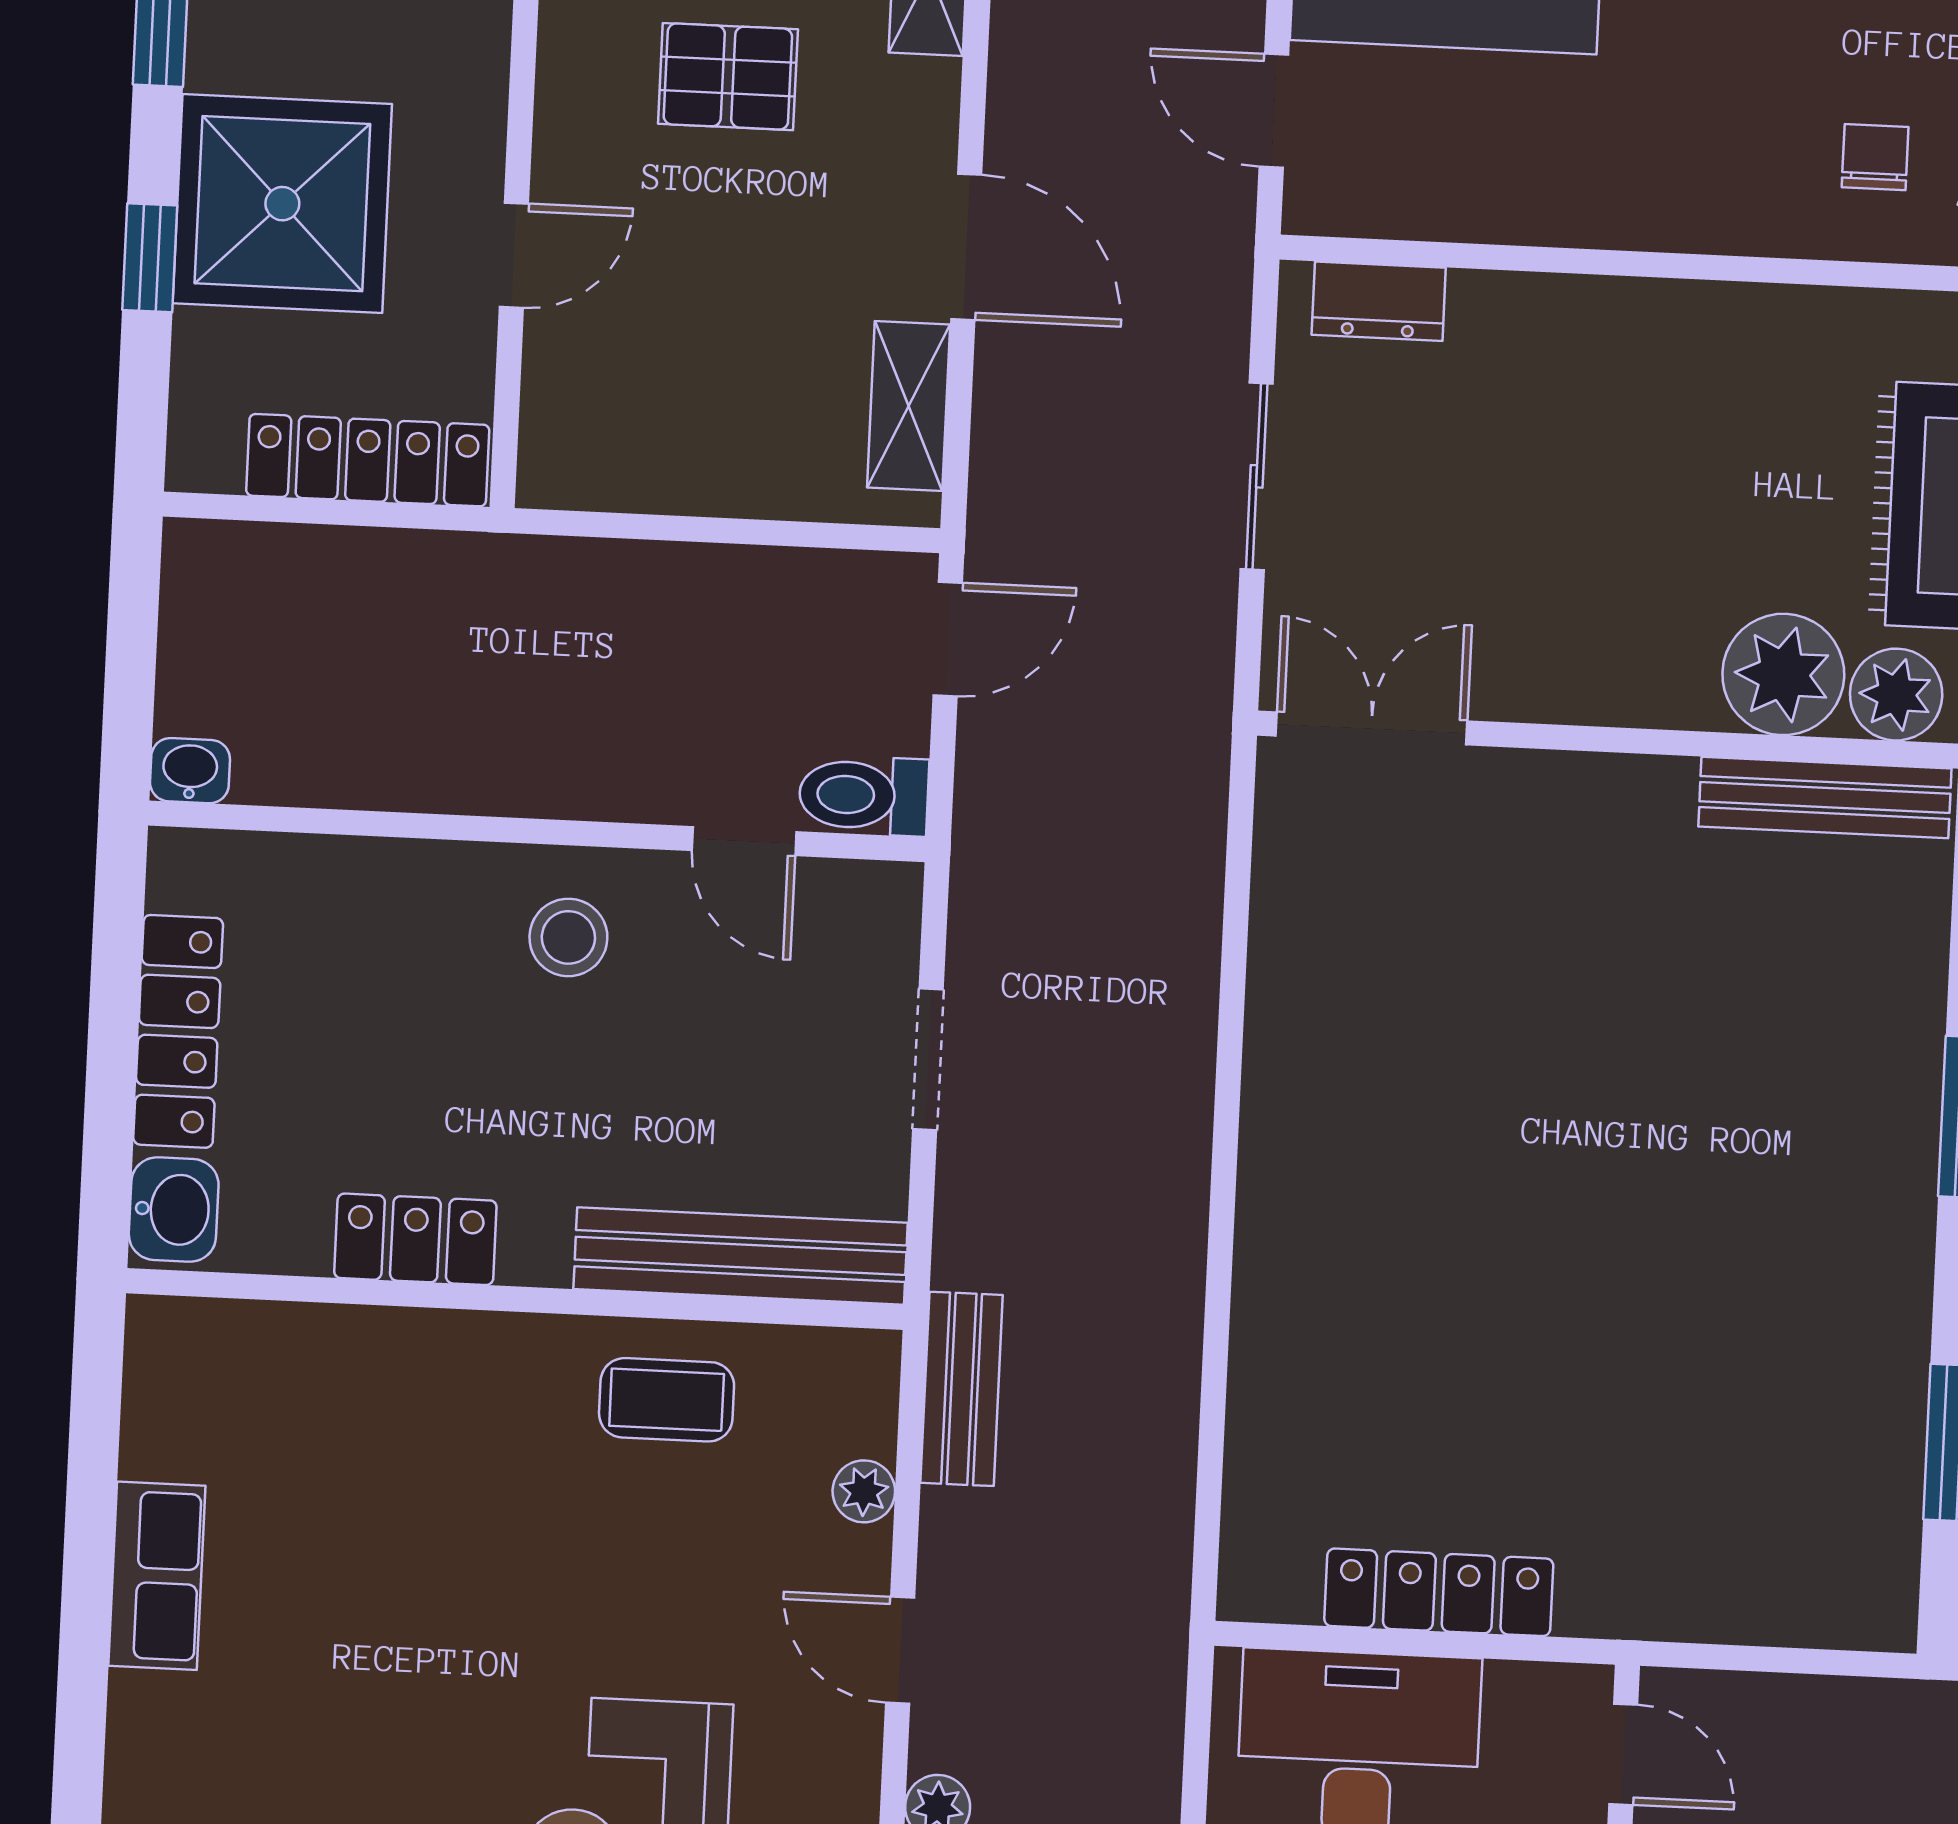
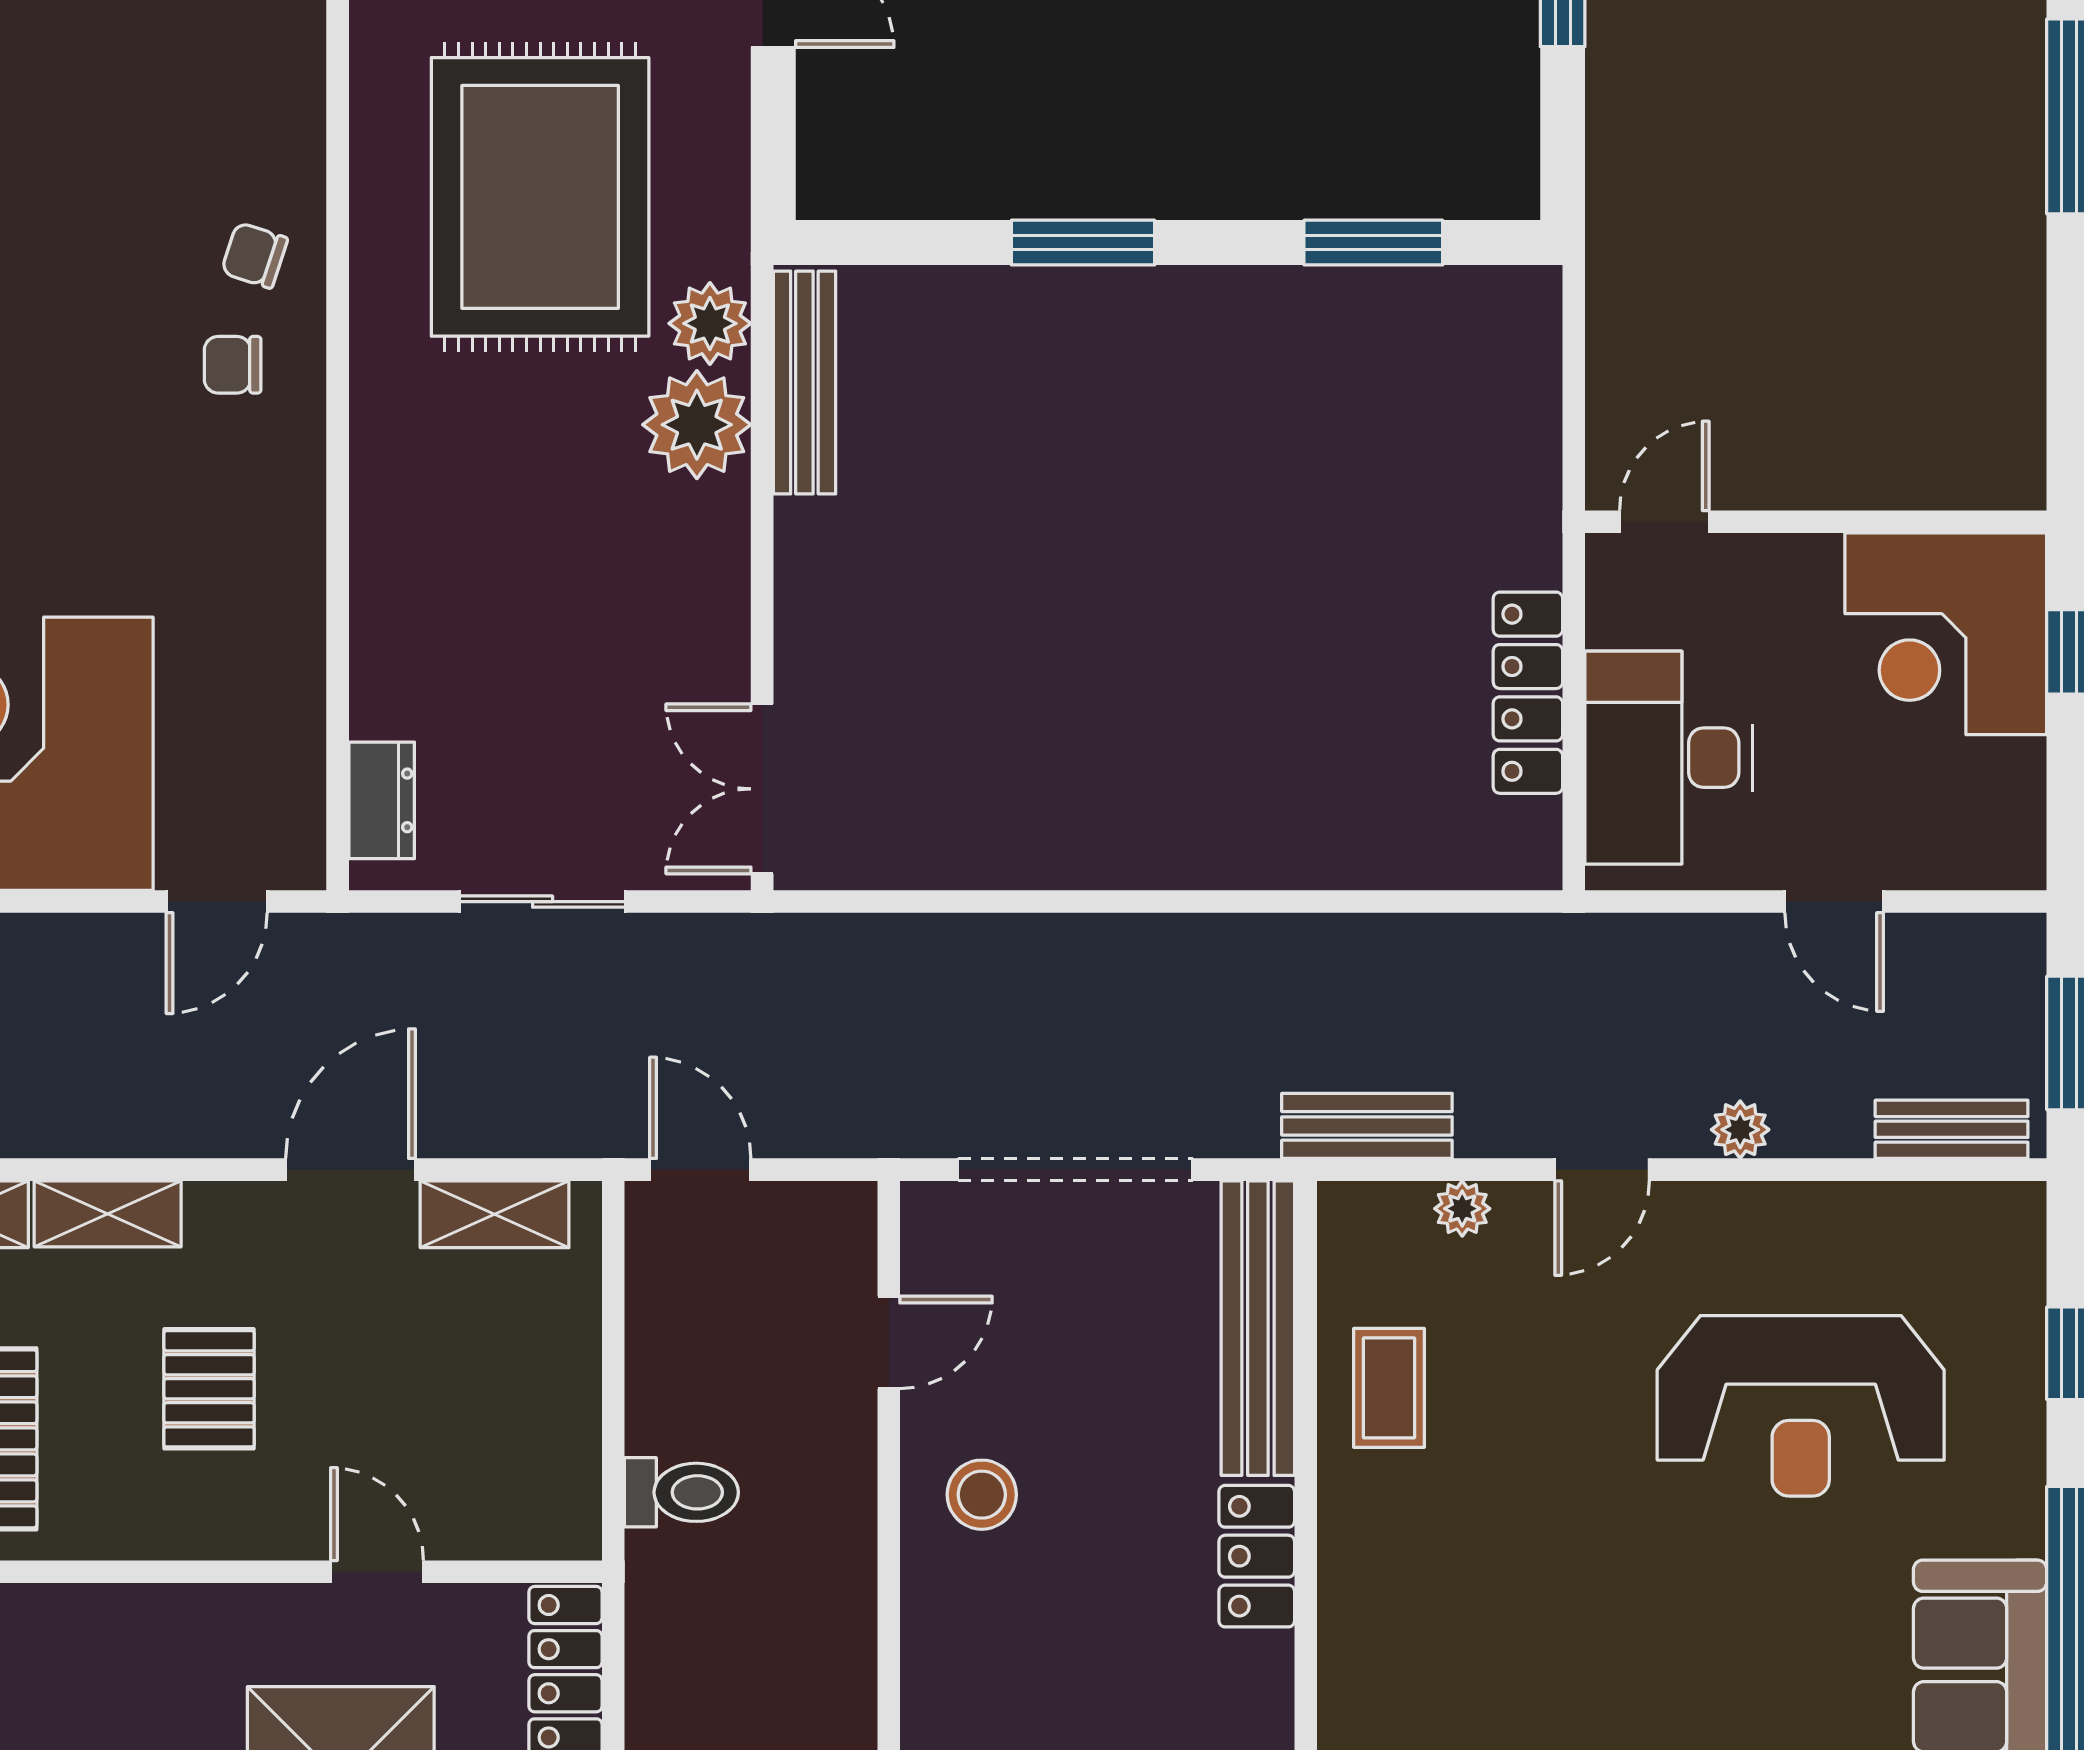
toilet: (864, 795) -> (681, 1492), moved, turned -90
doorway: (928, 1059) -> (1075, 1170), width x1.87
locker: (415, 1239) -> (1257, 1556), moved

